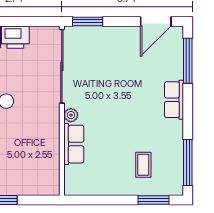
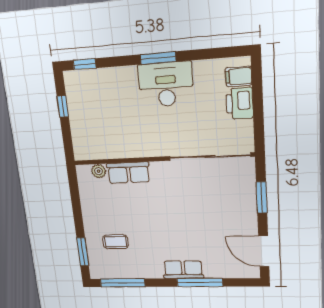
window: (88, 21) -> (262, 197), moved
window: (188, 61) -> (200, 282), moved
plant: (71, 115) -> (99, 171), moved

